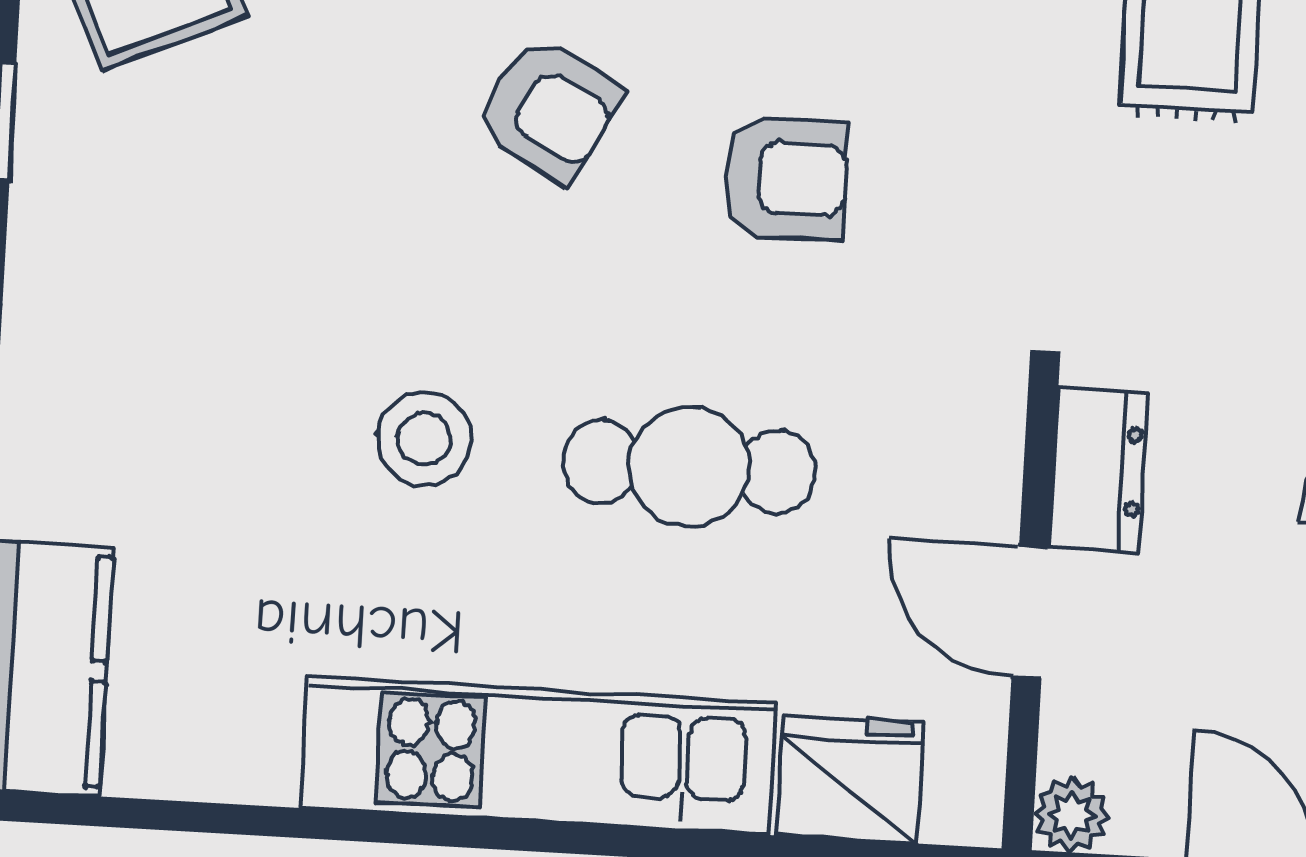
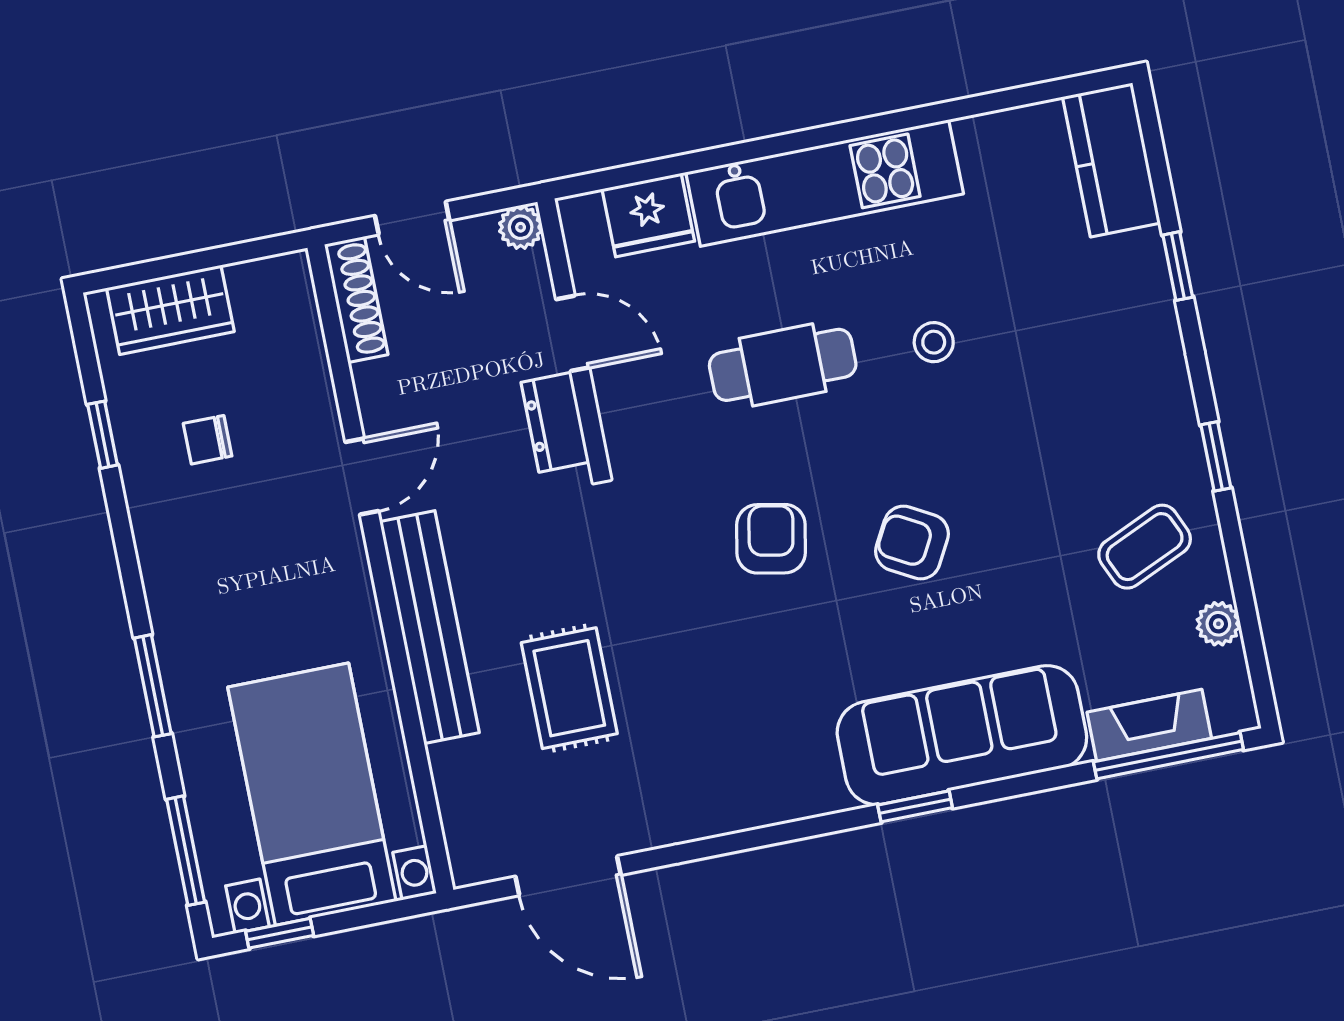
armchair: (785, 178) -> (771, 539), turned 101
stool: (424, 439) -> (934, 342), width x0.73, depth x0.73

